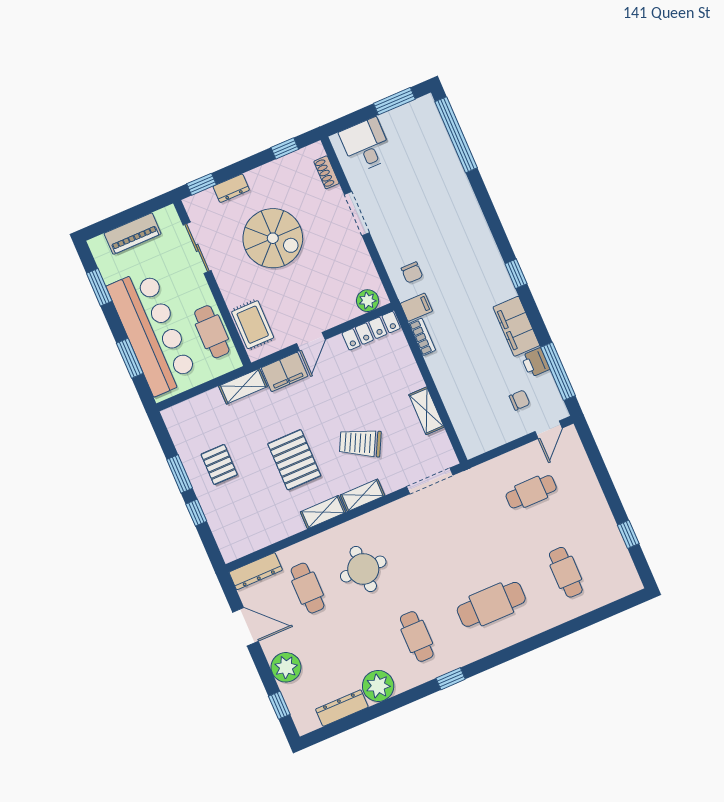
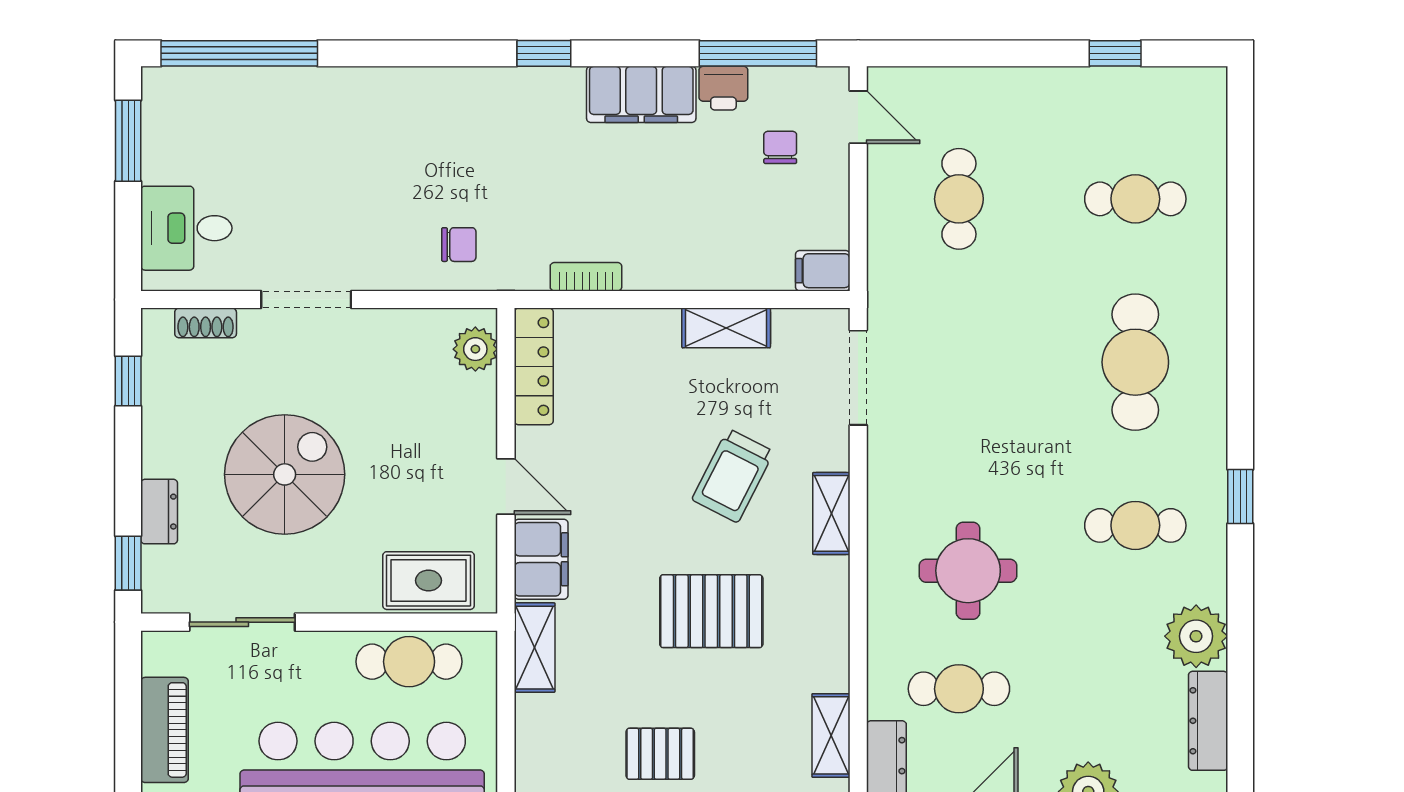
filing cabinet: (416, 307) -> (823, 271), moved, turned -90
shelving: (323, 512) -> (831, 735), moved

